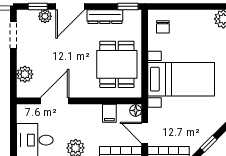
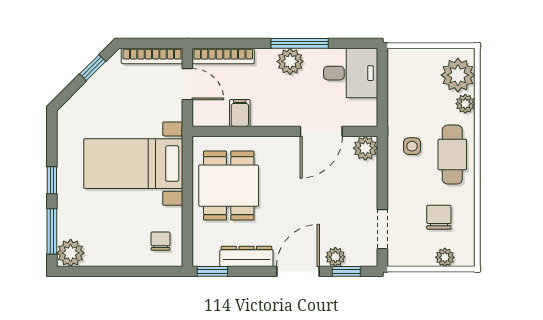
plant: (25, 74) -> (365, 148), moved
floor lamp: (136, 110) -> (201, 117), removed

